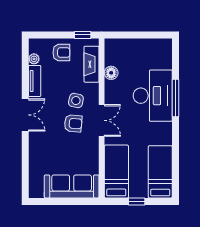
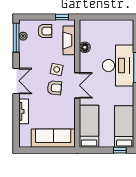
window: (25, 61) -> (16, 38), added
tv unit: (35, 81) -> (24, 111), moved
window: (137, 201) -> (120, 150), moved

